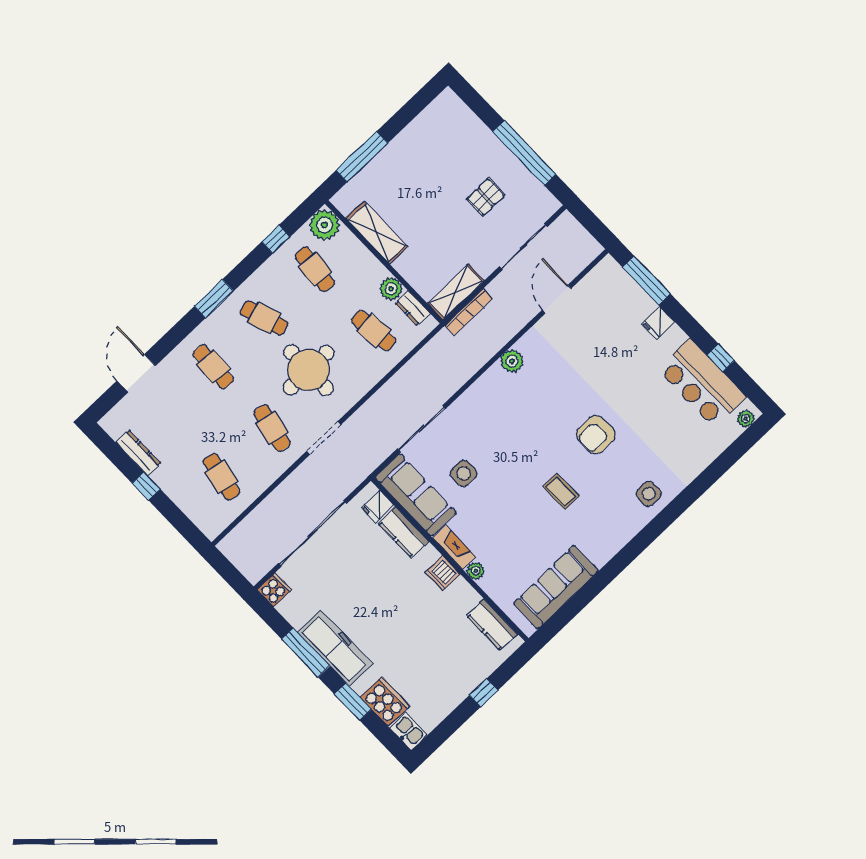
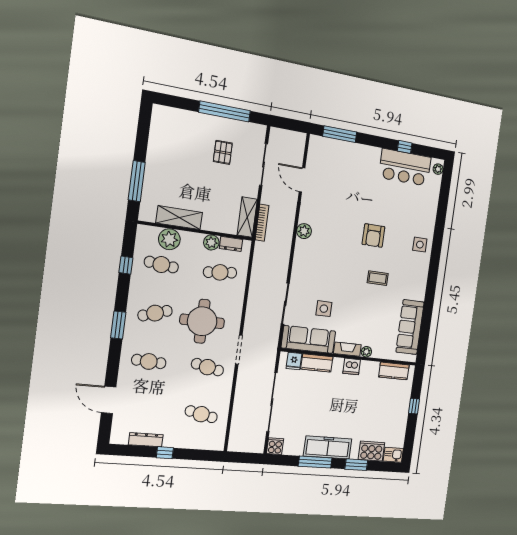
plant: (324, 225) -> (169, 239), moved
fridge: (658, 323) -> (362, 152), removed

